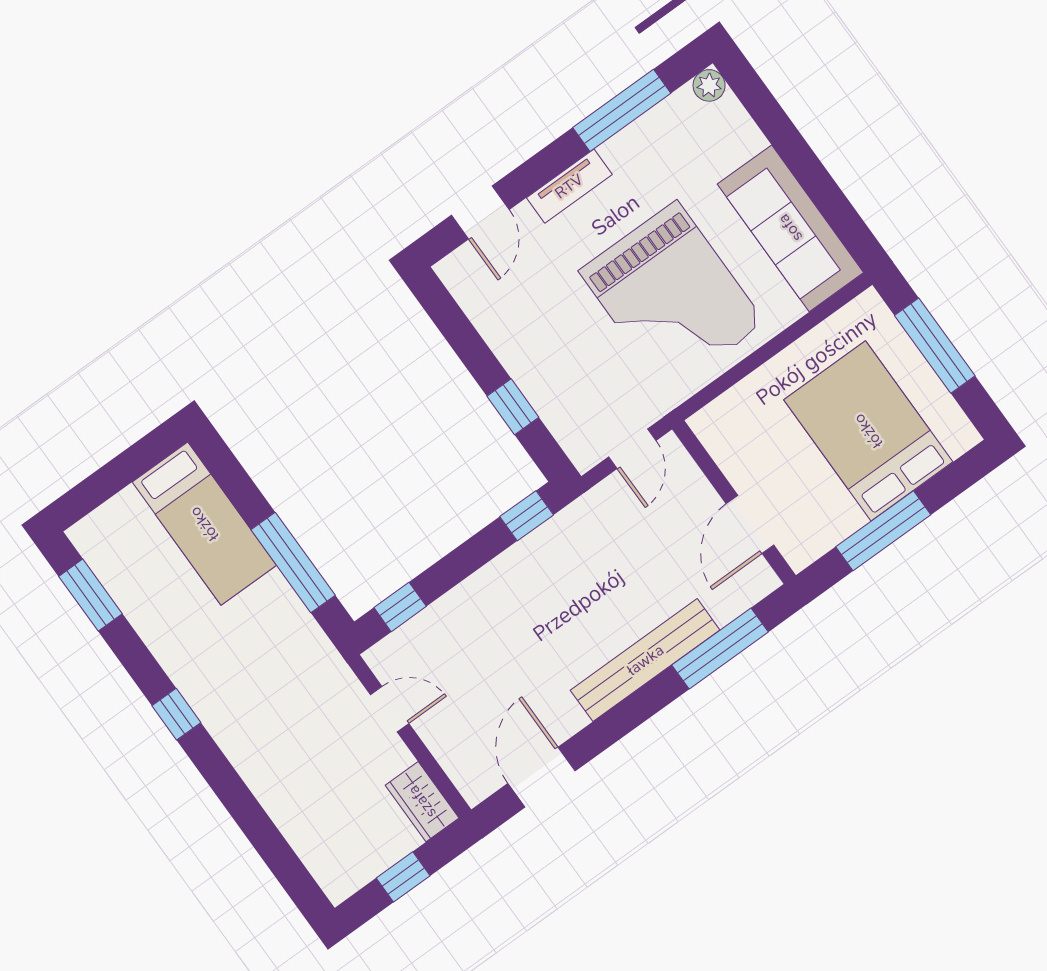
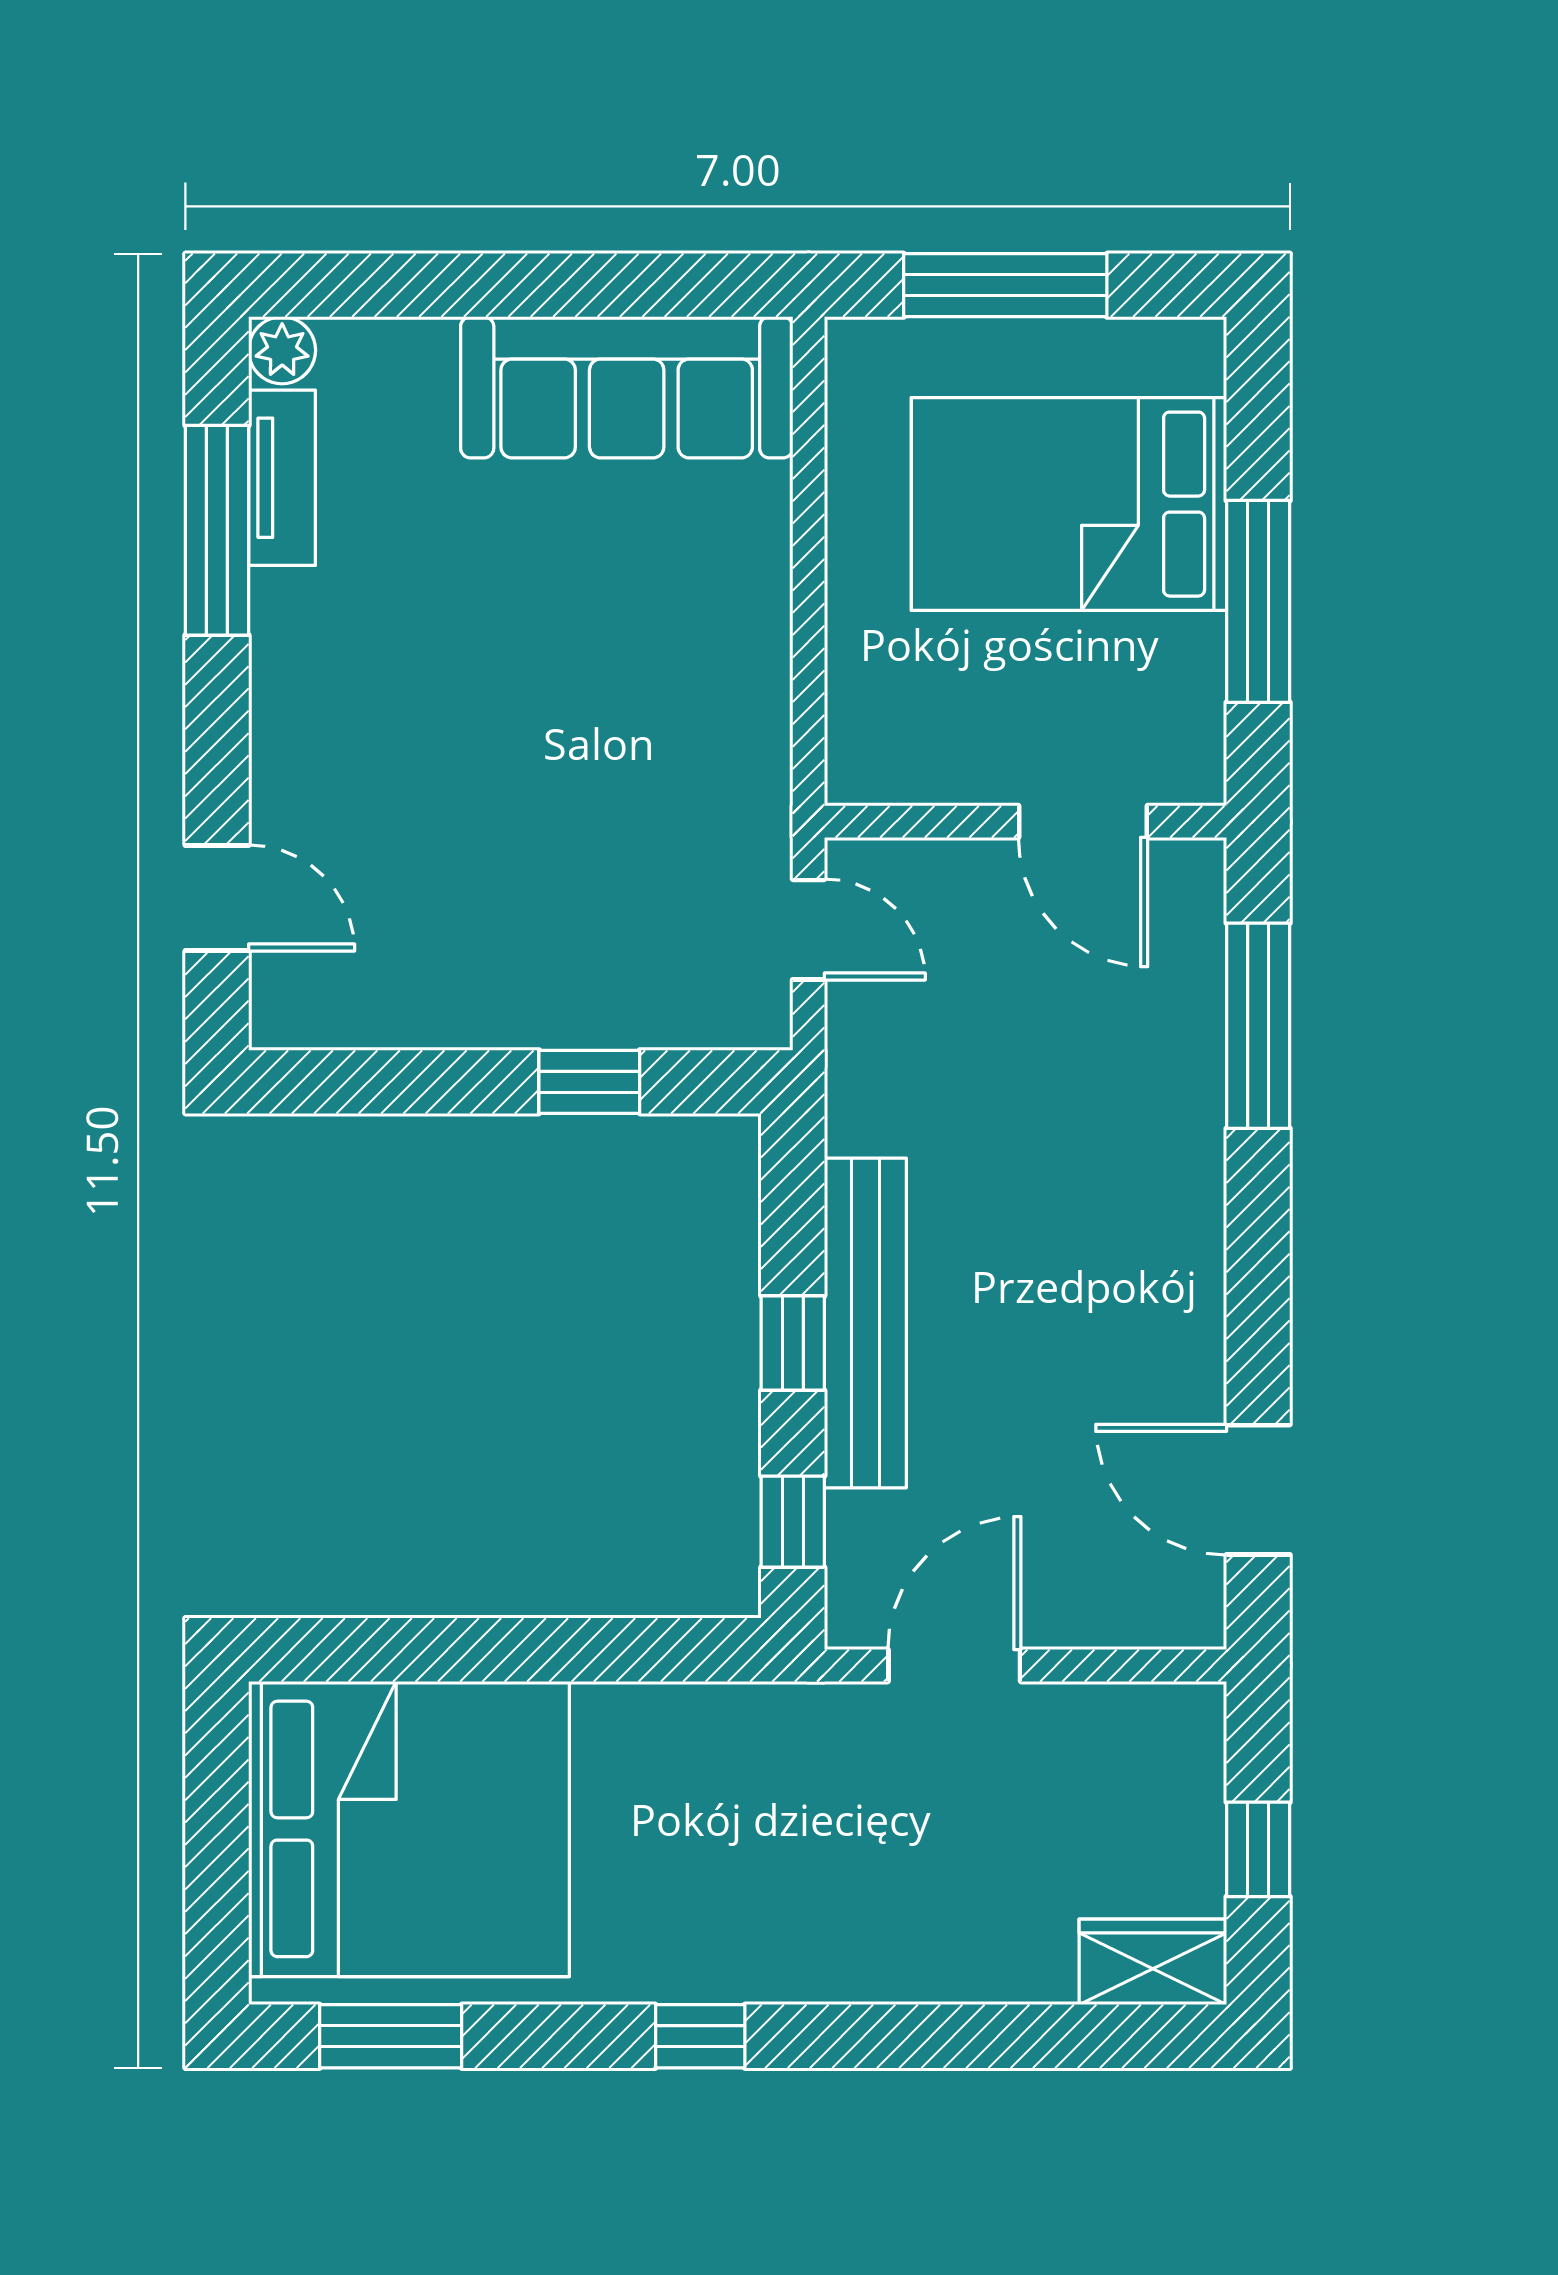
tv unit: (569, 186) -> (282, 478), moved
grand piano: (672, 297) -> (598, 674), removed
window: (527, 516) -> (793, 1343), moved
bed: (204, 524) -> (409, 1829), width x2.04
window: (293, 562) -> (585, 1650), removed
bench: (645, 660) -> (865, 1323), moved
door: (390, 709) -> (954, 1666), width x1.38
wardrobe: (422, 802) -> (1153, 1962), moved, turned 180

